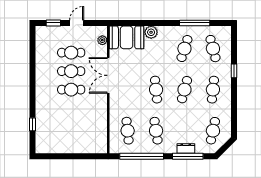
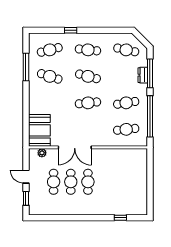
plant: (151, 32) -> (35, 107), removed

